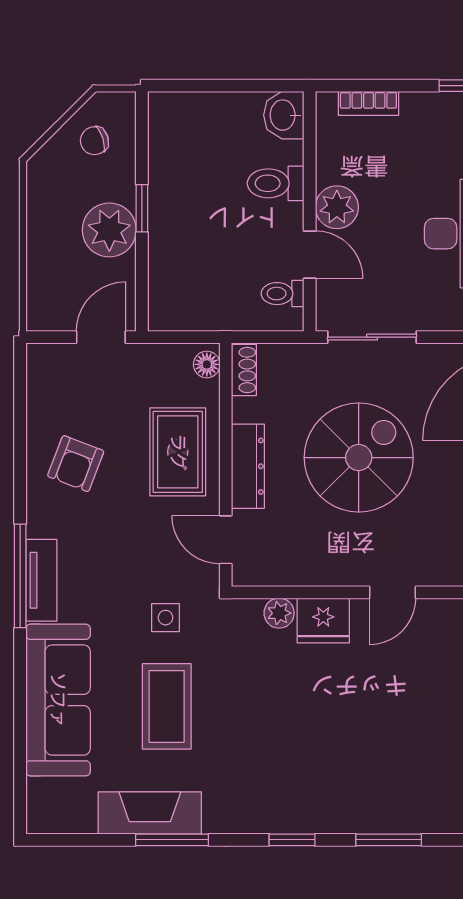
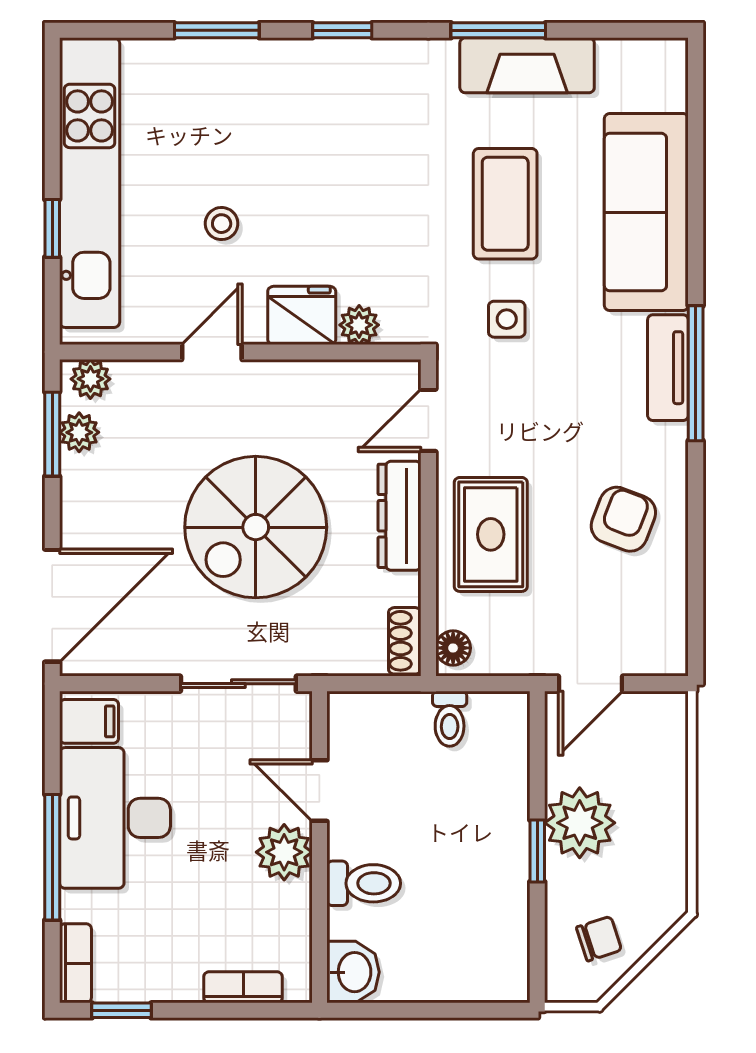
toilet: (283, 294) -> (450, 719), moved, turned 90
door: (226, 540) -> (428, 420), swing flipped
stool: (385, 691) -> (222, 224), added

